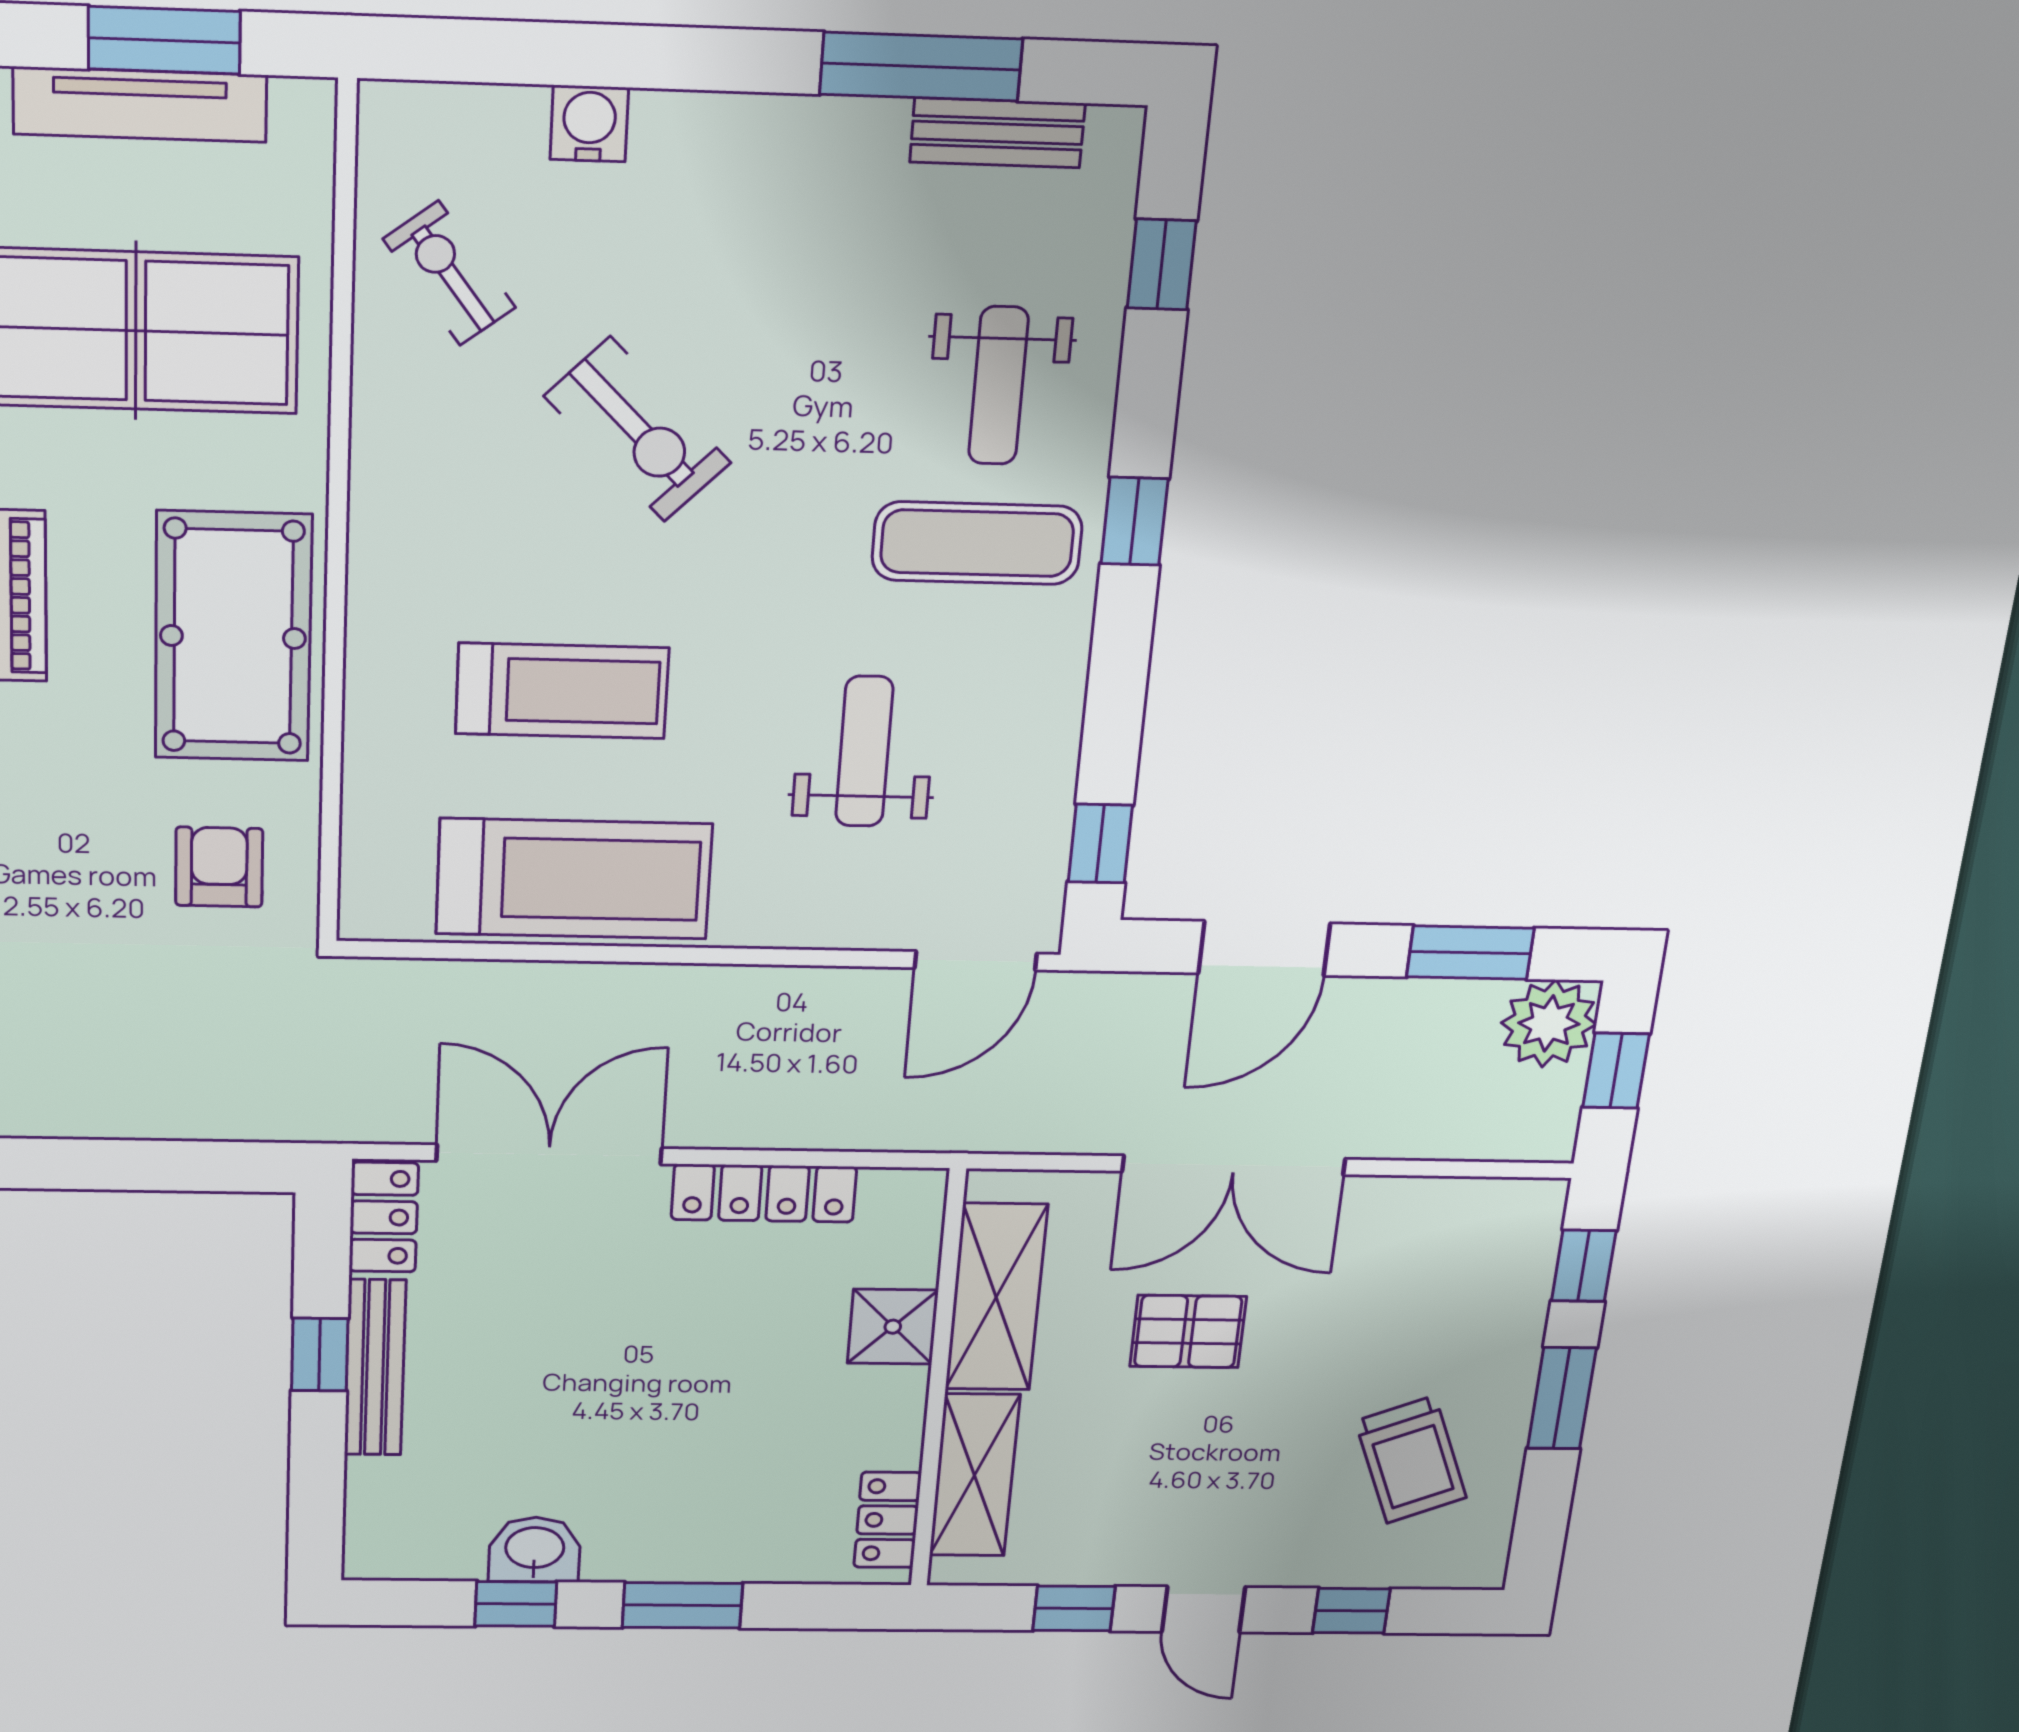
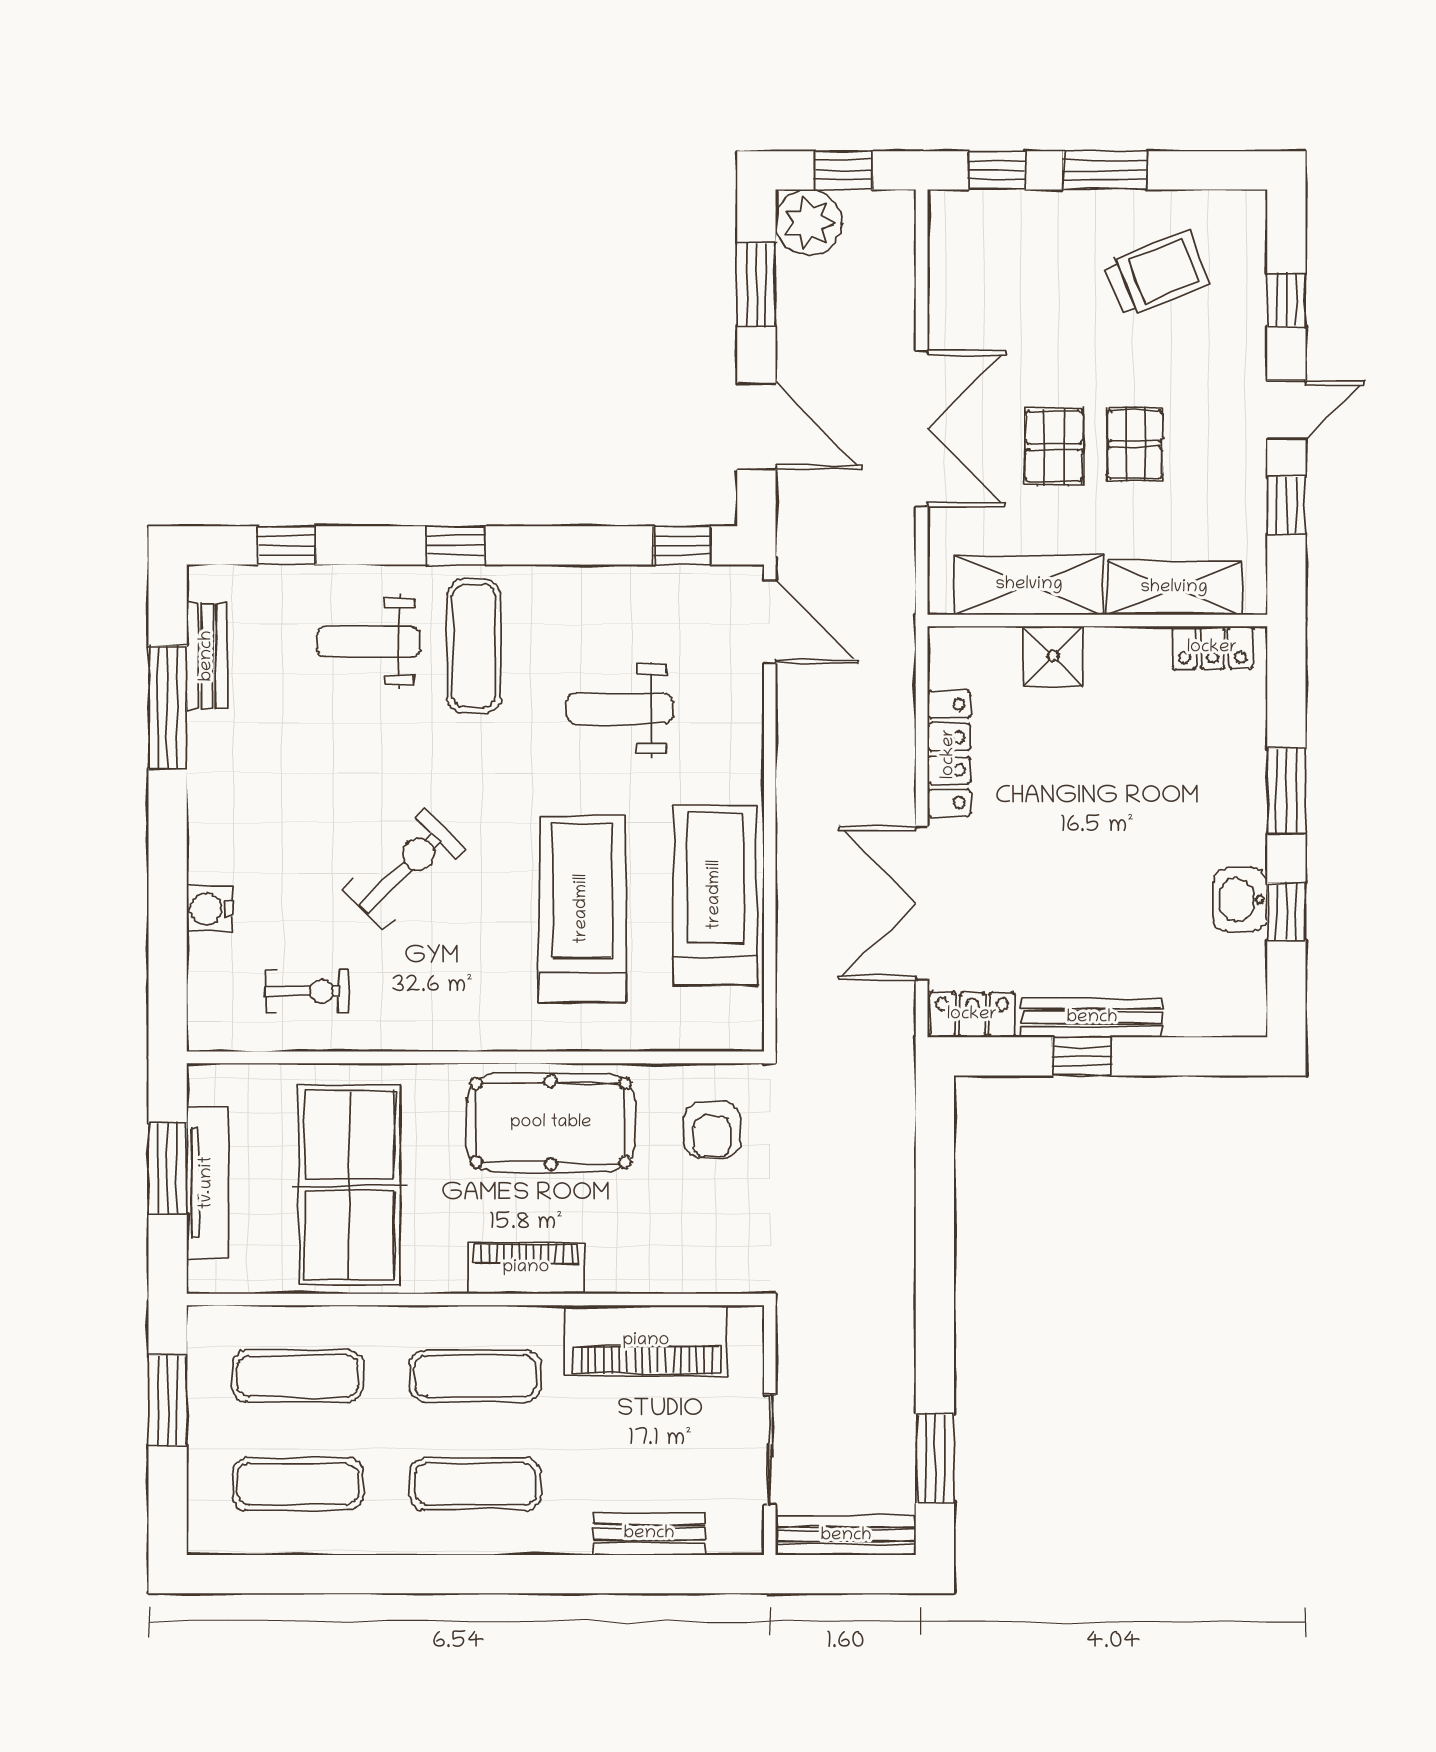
exercise bike: (449, 273) -> (306, 991), turned -143
weight bench: (998, 386) -> (368, 642), turned 180
treadmill: (562, 691) -> (582, 909), width x1.37, depth x1.38
armchair: (219, 867) -> (712, 1130), turned -90
pallet: (1179, 1430) -> (1135, 444), added

